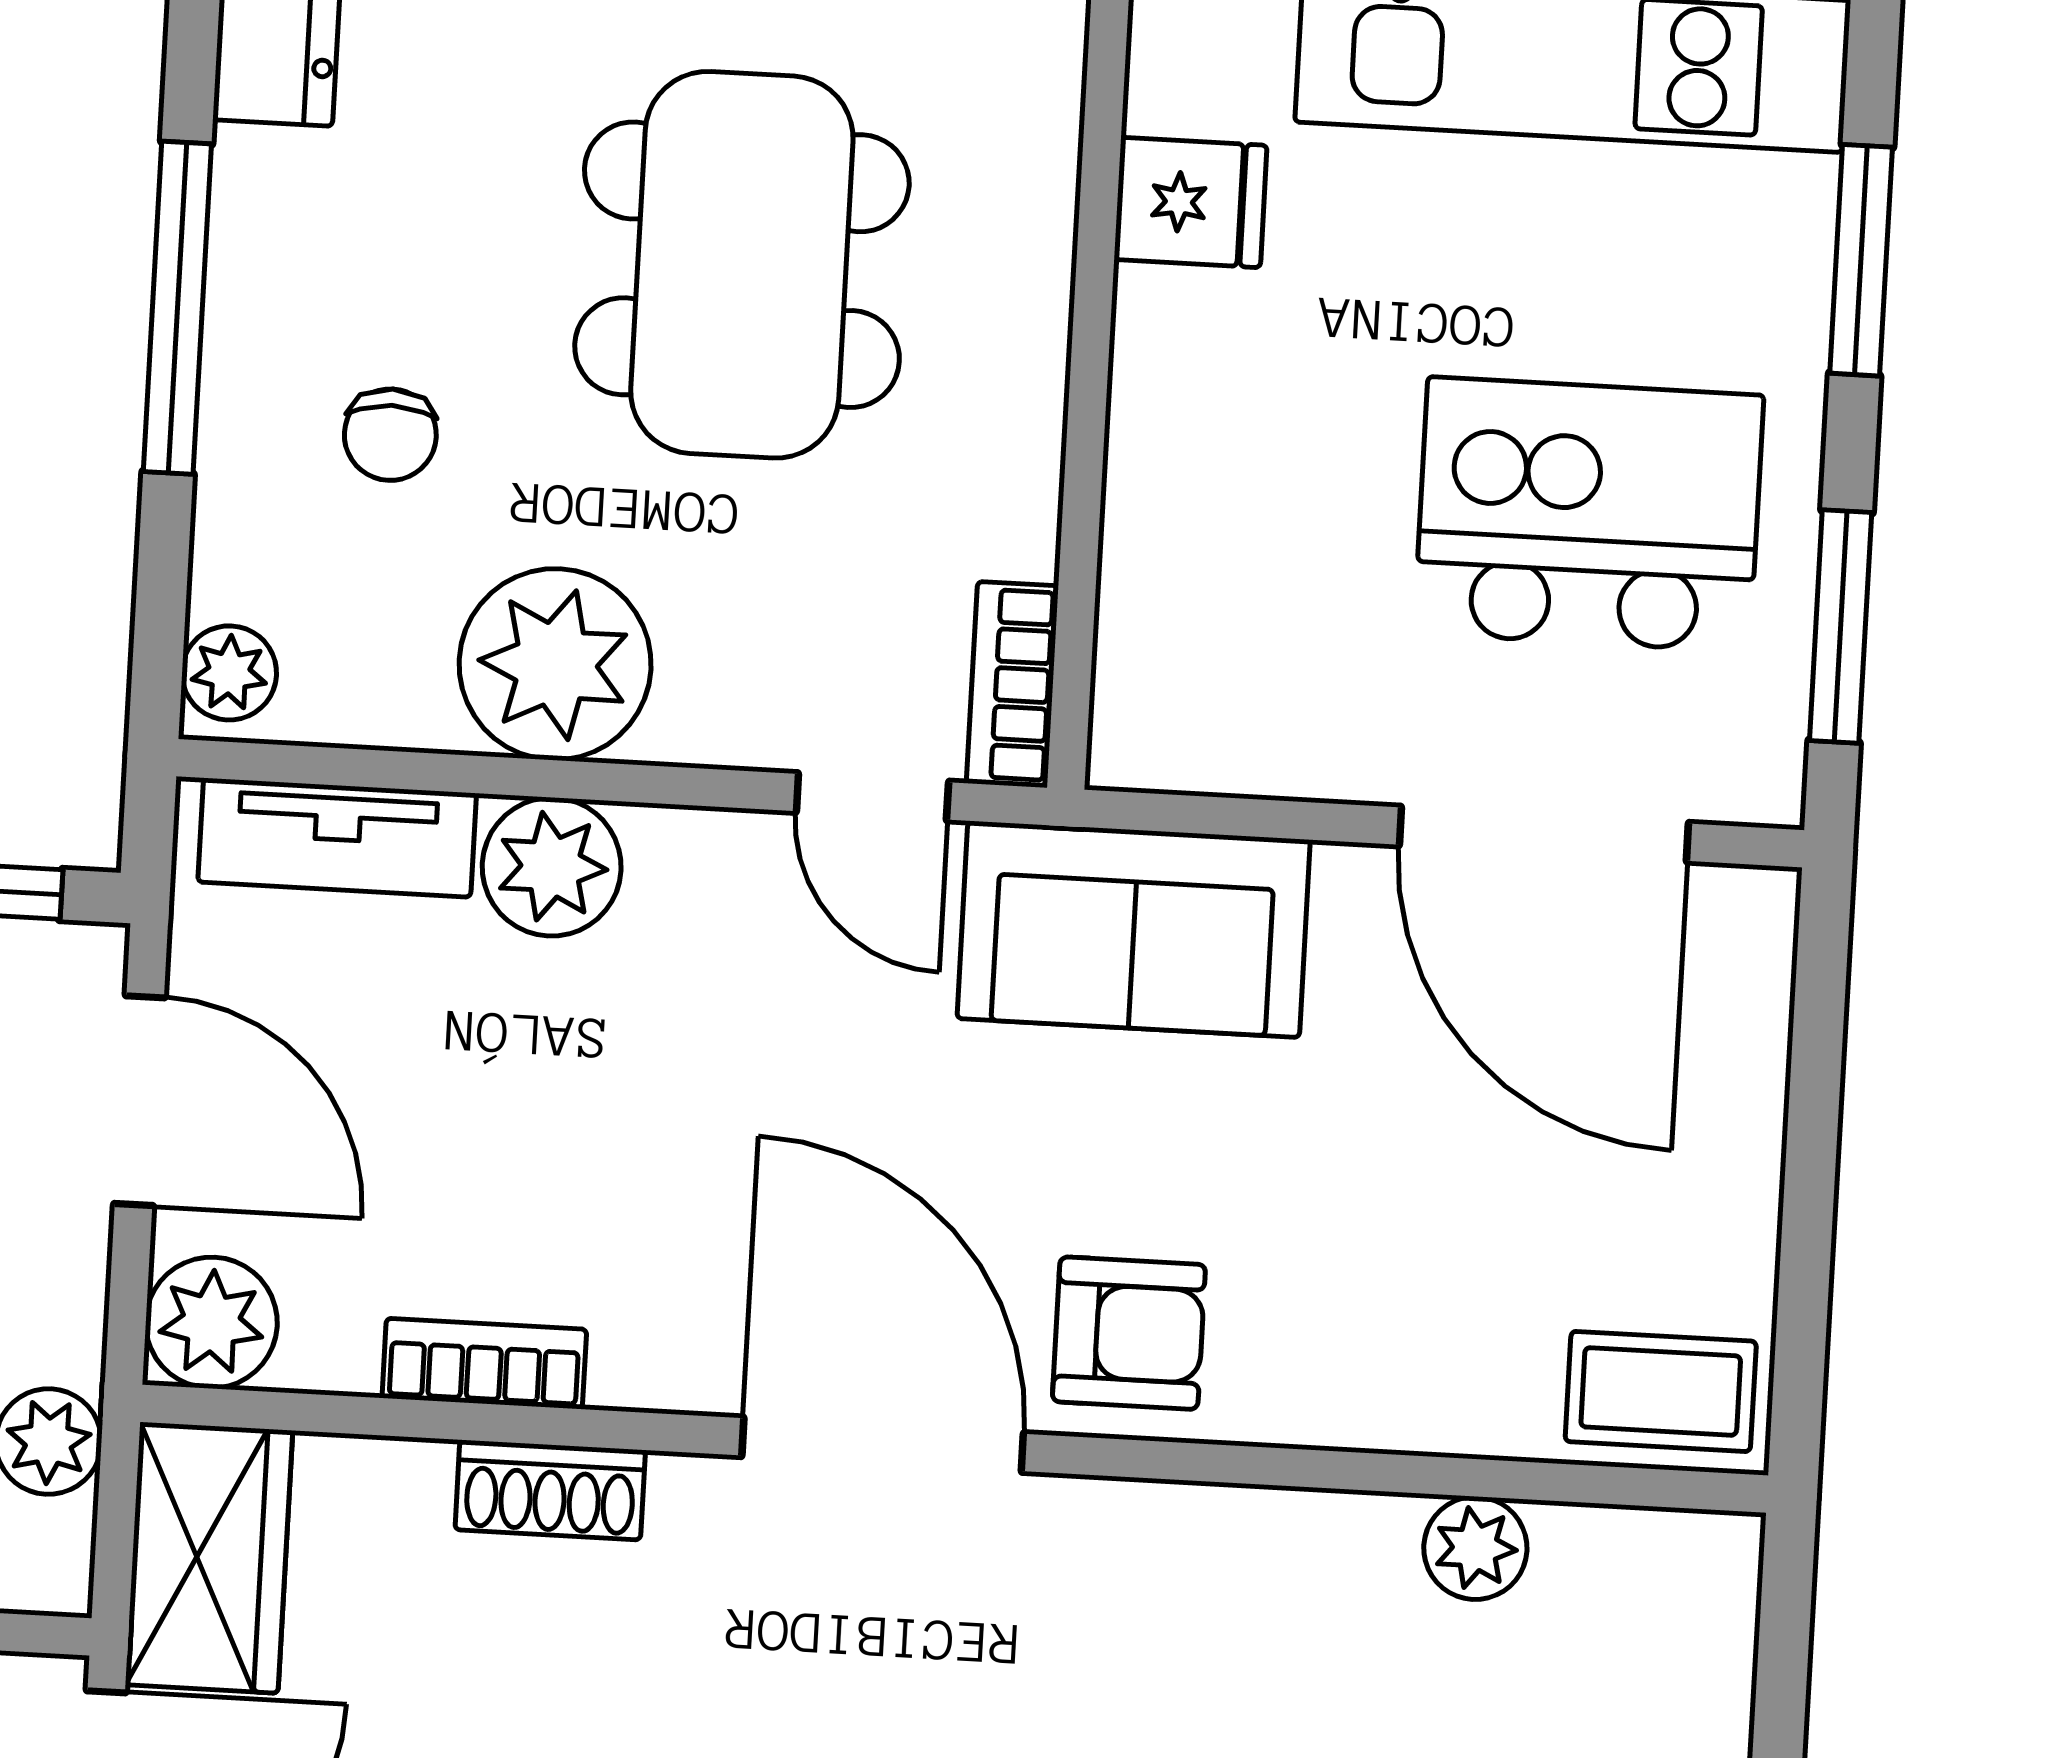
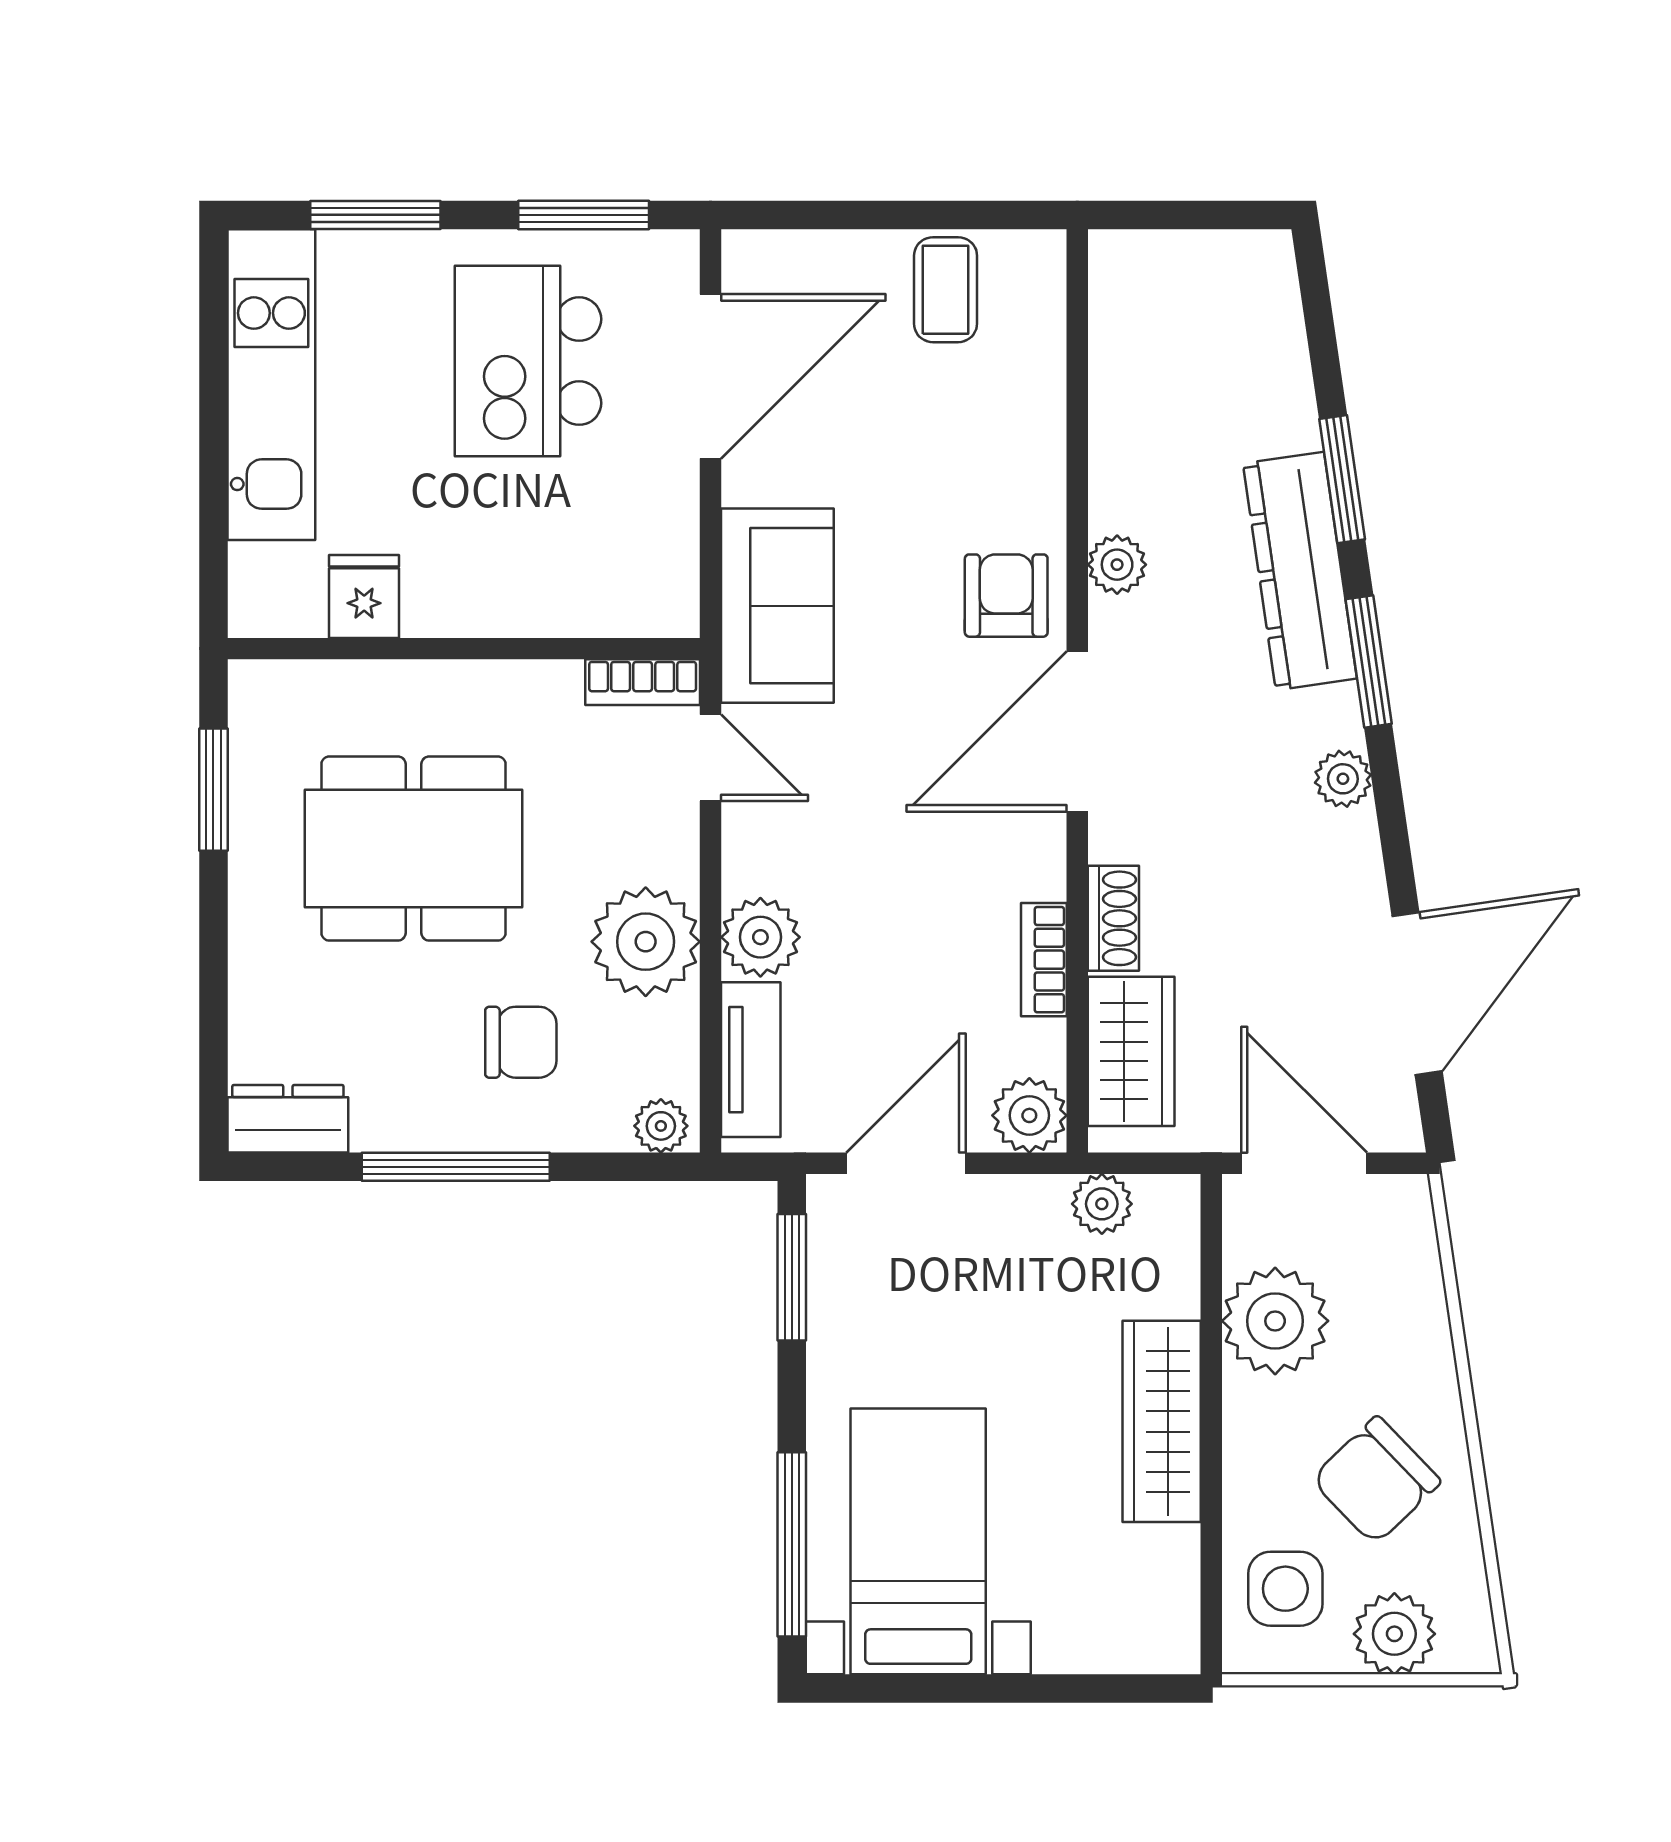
chair: (390, 435) -> (521, 1042), width x1.37, depth x1.37
door: (872, 797) -> (711, 758), hinge flipped
coffee table: (1661, 1391) -> (946, 290), moved
plant: (1475, 1548) -> (1117, 565), moved
wardrobe: (209, 1558) -> (1131, 1051), moved, turned 90

